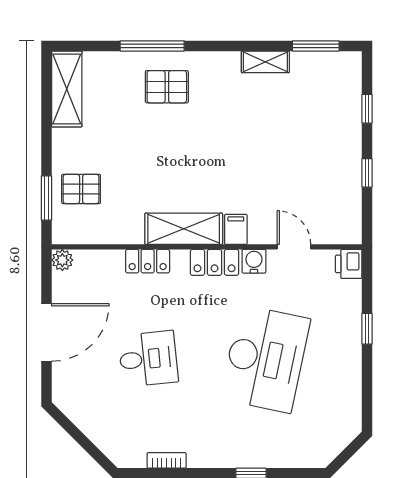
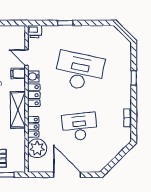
filing cabinet: (236, 229) -> (18, 73), moved
door: (294, 247) -> (26, 58), hinge flipped
plant: (62, 260) -> (37, 148), moved, width x1.87, depth x1.87
desk: (148, 359) -> (79, 127), width x1.37

